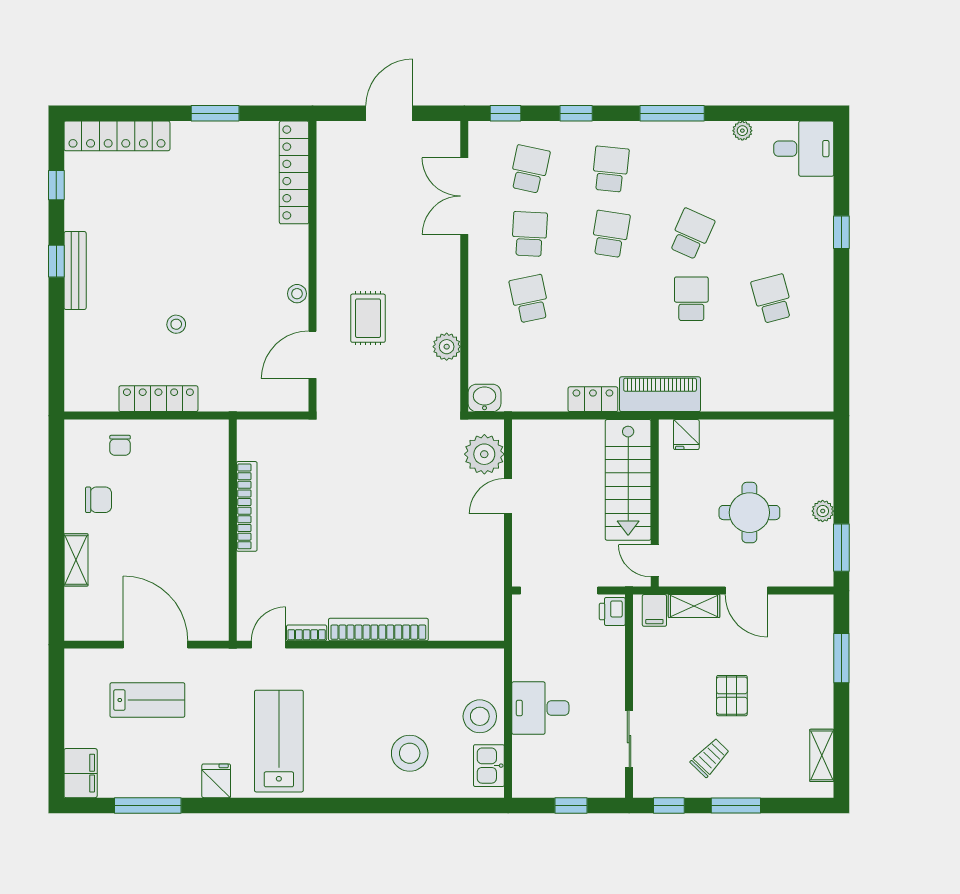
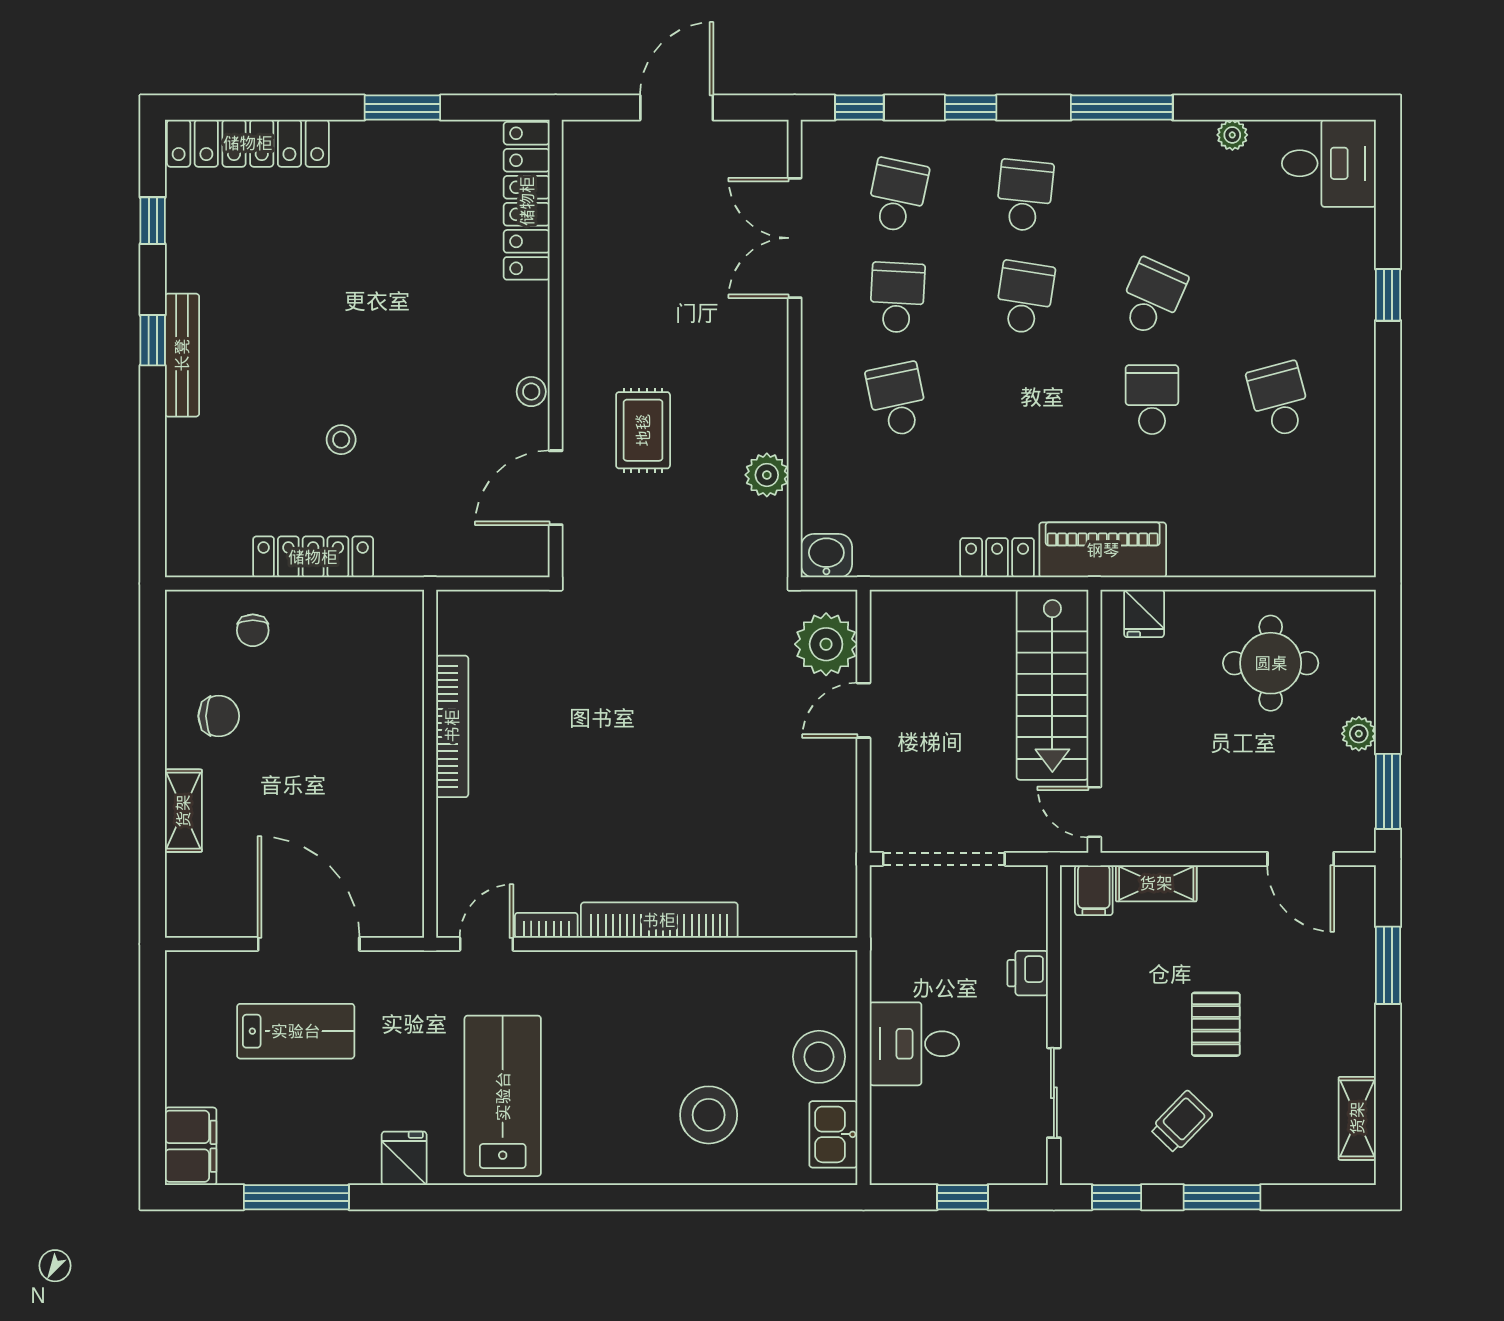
round table: (749, 513) -> (1271, 663), moved
door: (746, 591) -> (1301, 859), moved
printer: (612, 611) -> (1028, 973), moved

